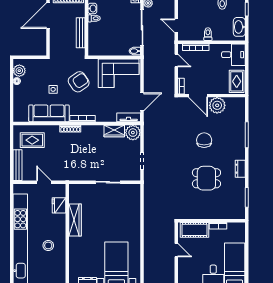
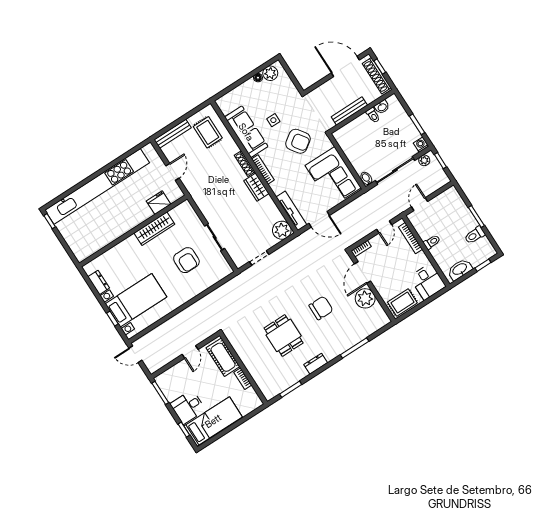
tv unit: (129, 117) -> (291, 211), width x1.41
wardrobe: (114, 131) -> (256, 187), moved
armchair: (111, 212) -> (186, 260), added
stool: (48, 245) -> (111, 218), removed

